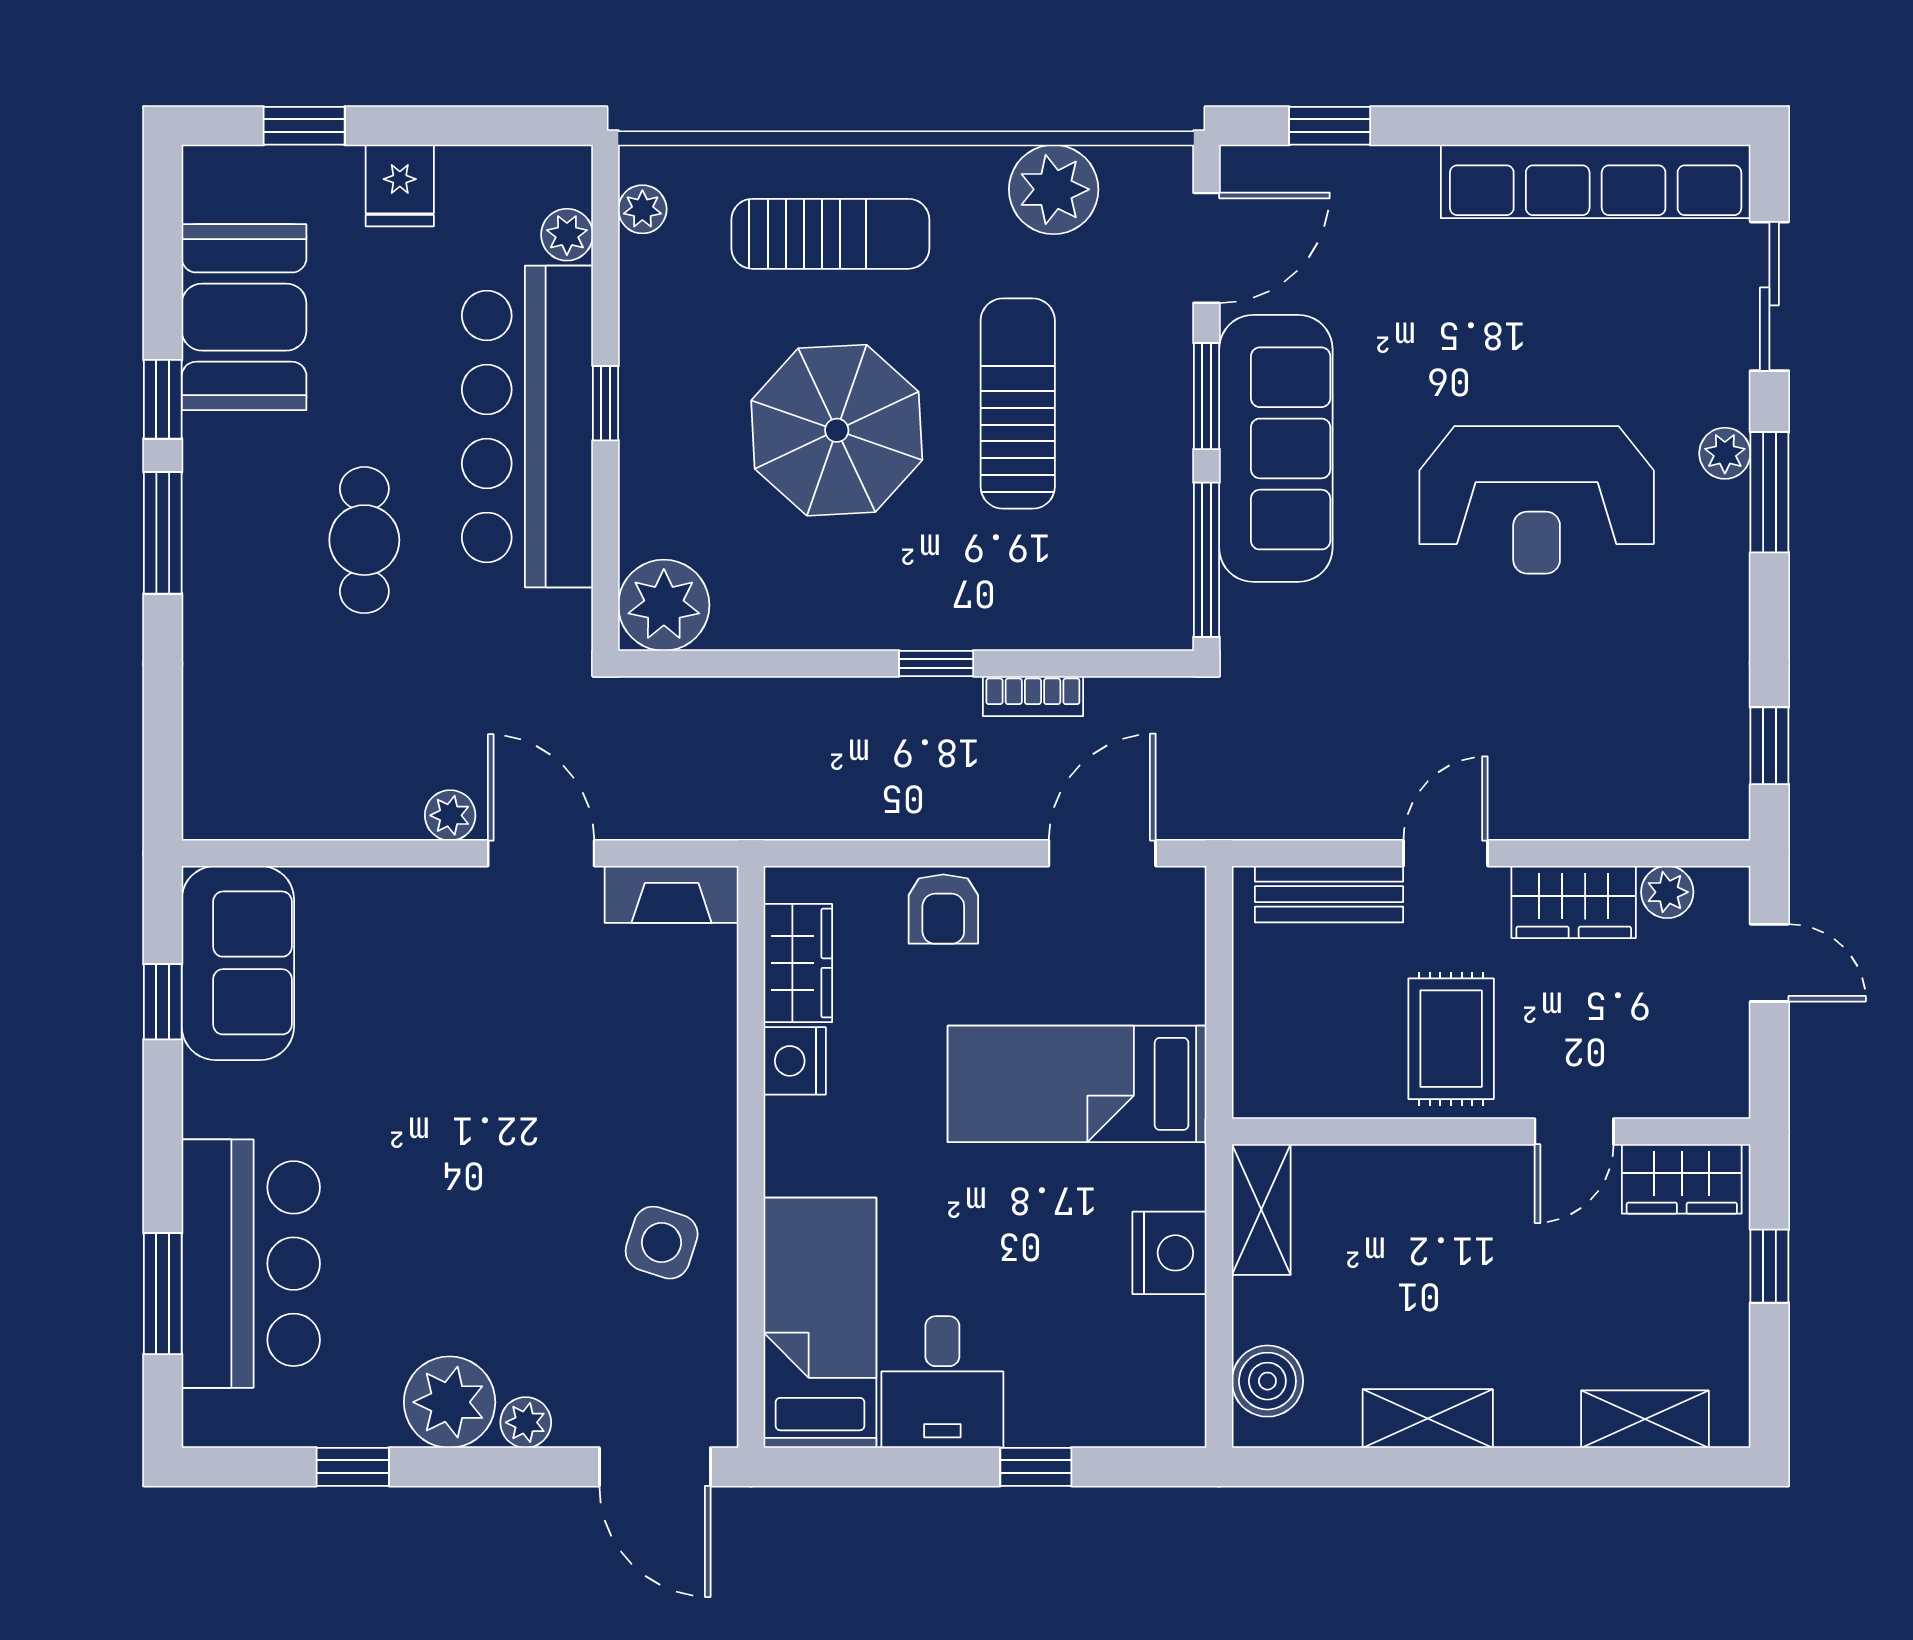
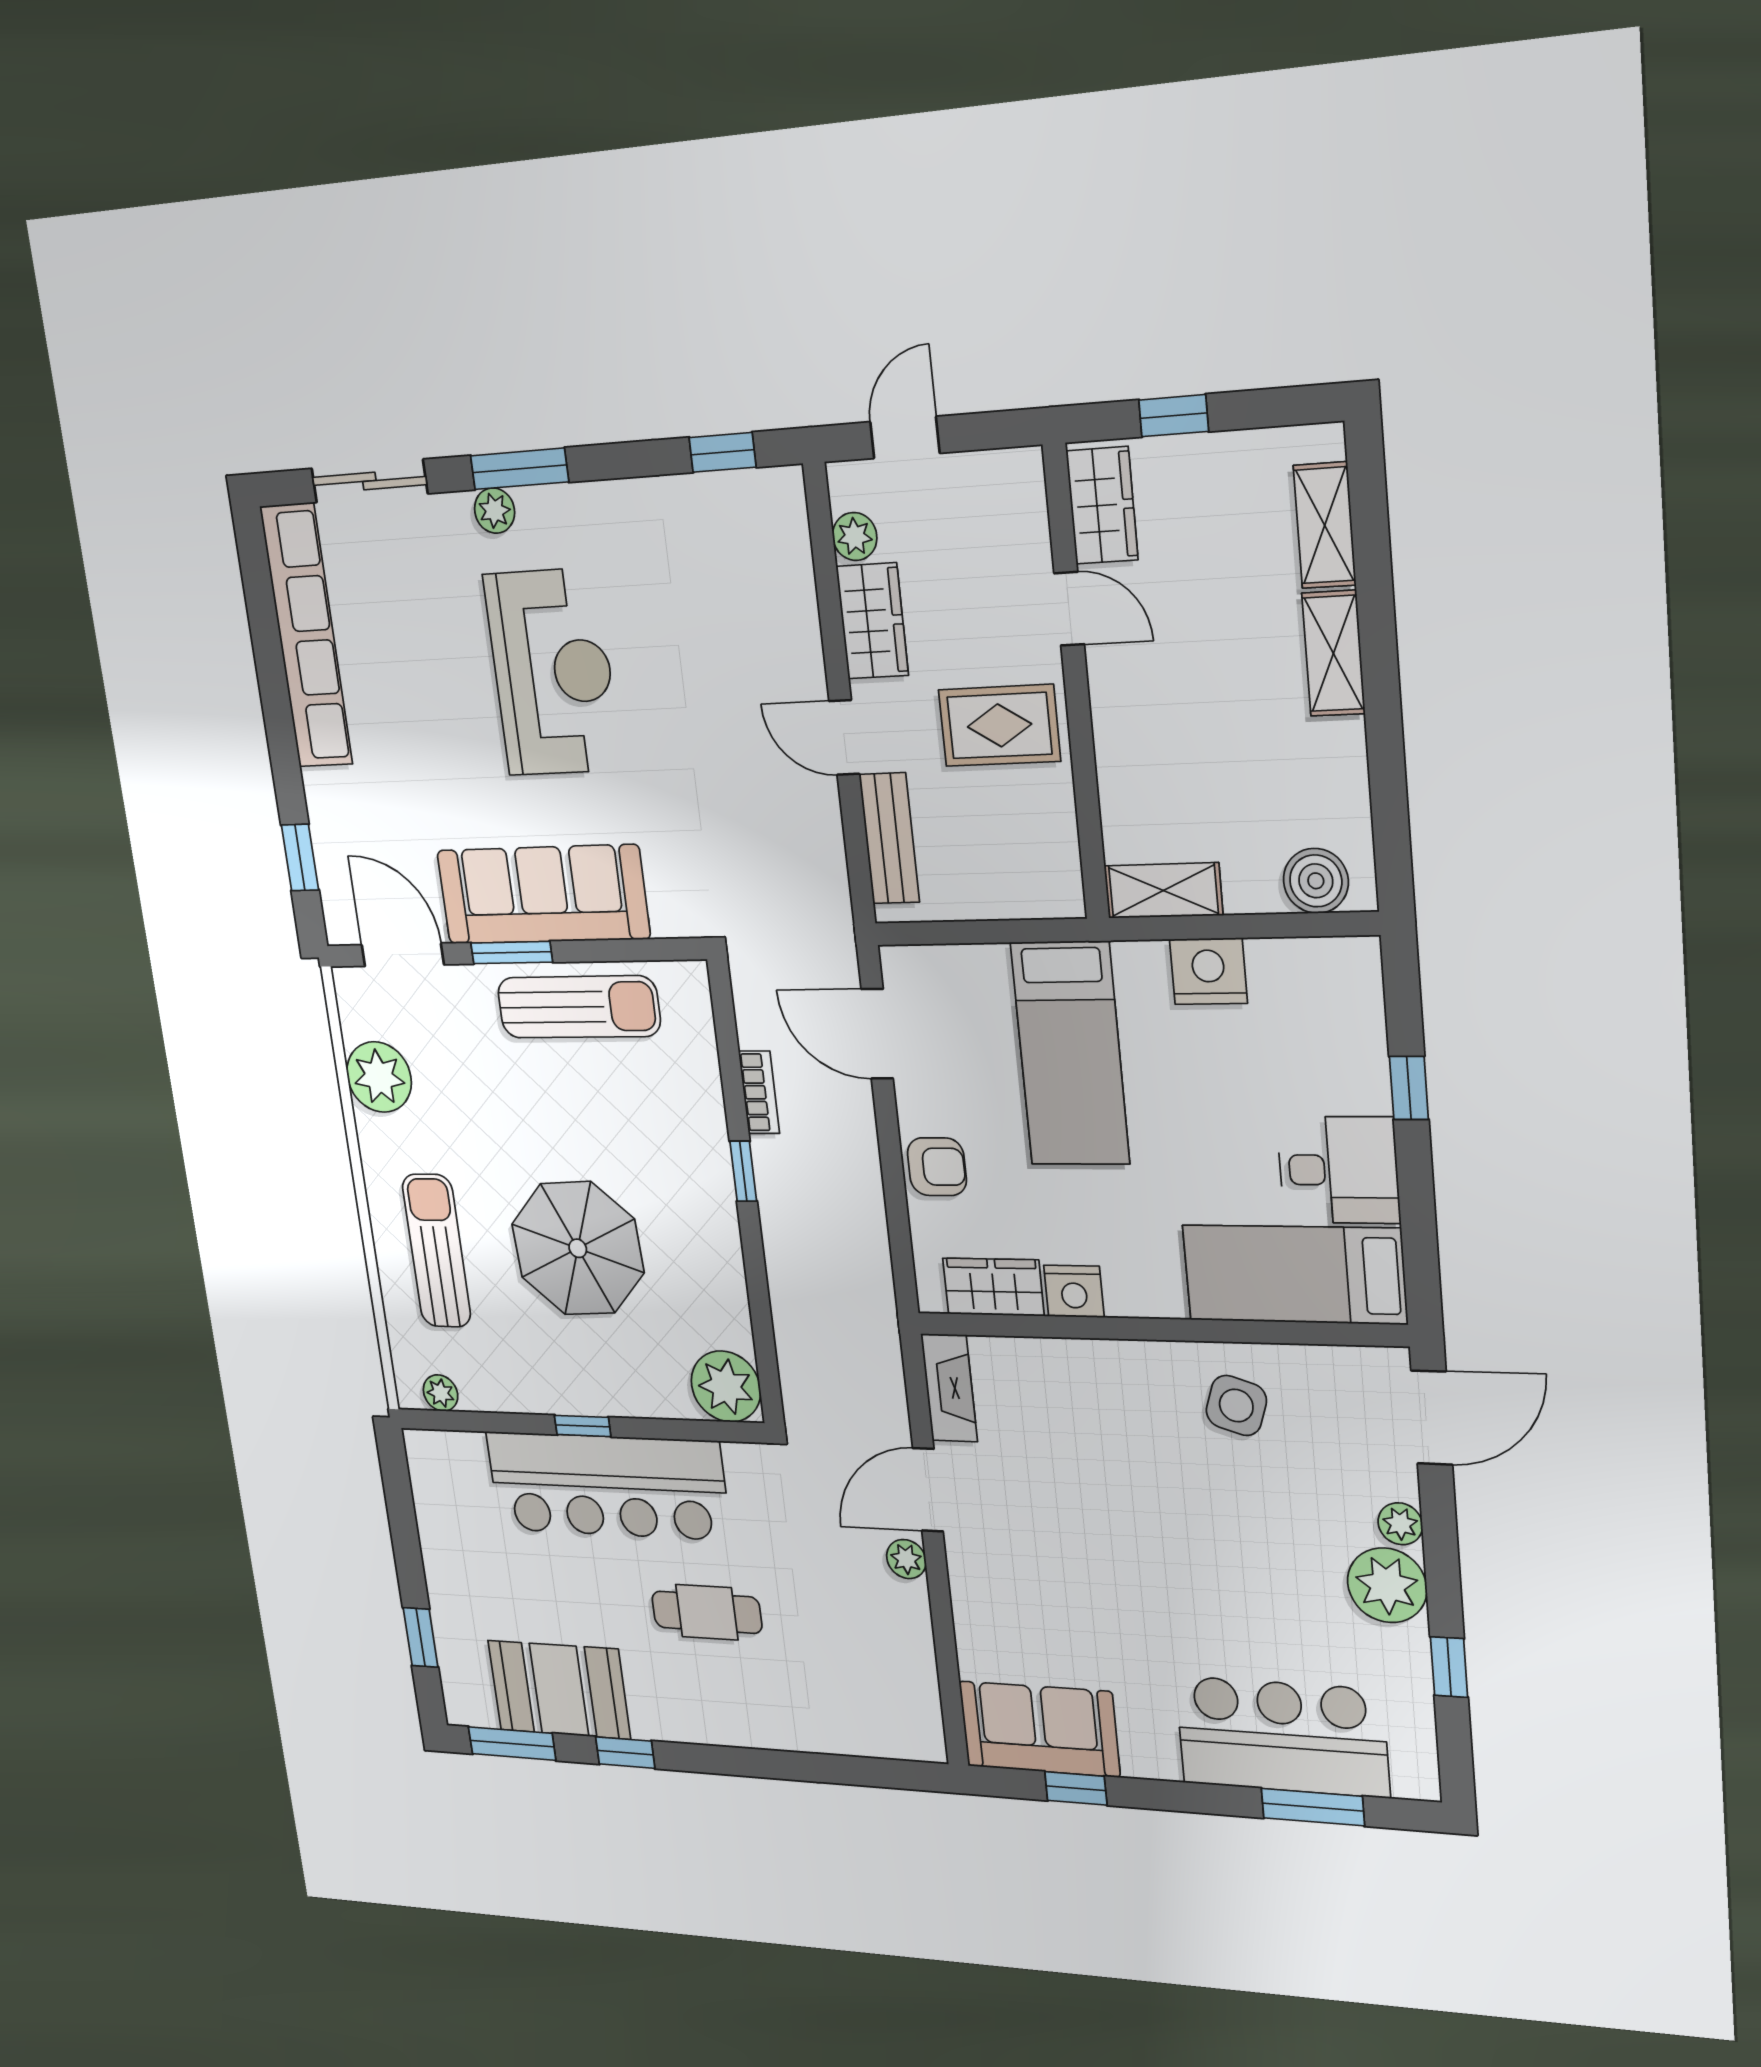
fridge: (400, 186) -> (451, 1571), removed
plant: (567, 235) -> (467, 1450), removed
sun lounger: (1018, 404) -> (579, 1007), moved, turned 180
window: (163, 533) -> (512, 1744), moved
window: (1206, 560) -> (635, 950), removed
shelving: (1428, 1419) -> (1333, 653), moved

